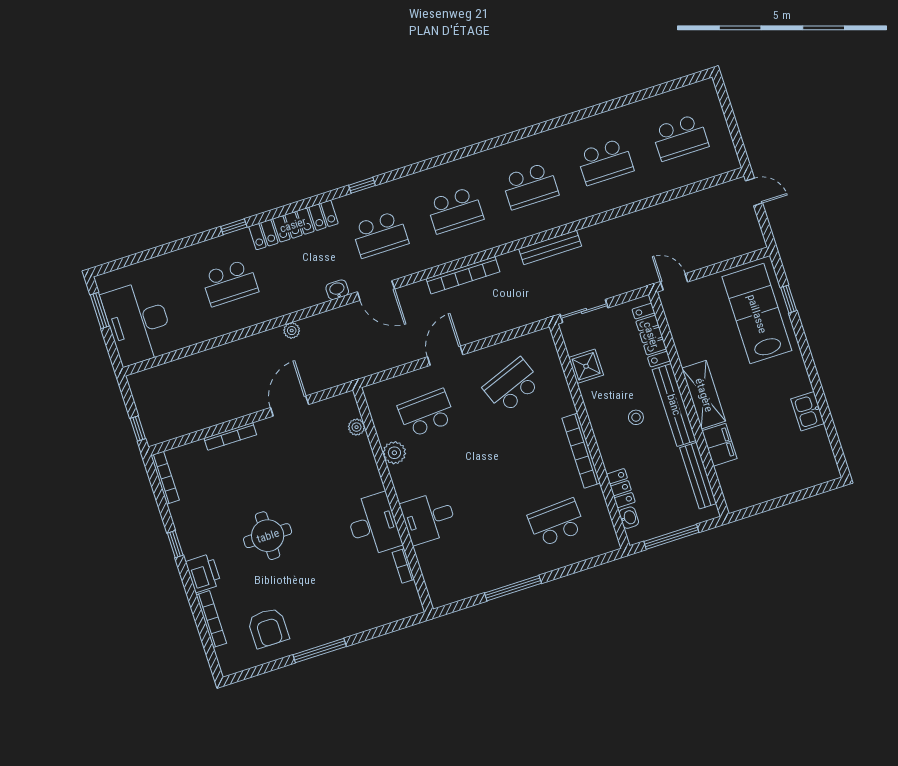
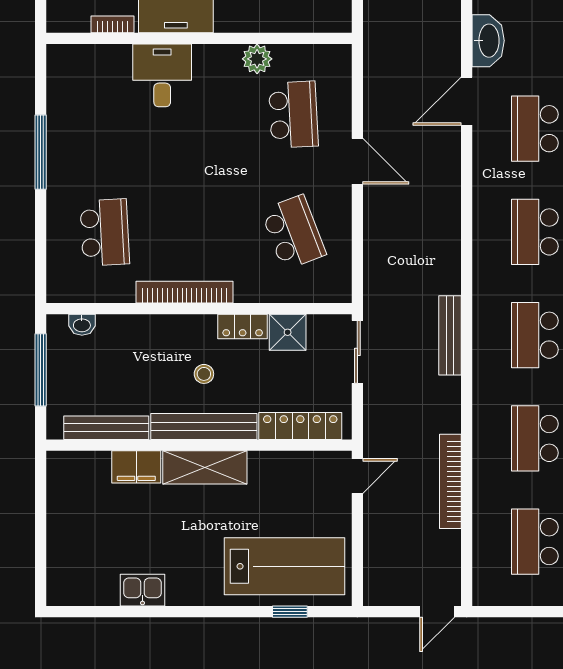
bookcase: (463, 275) -> (450, 481), moved
washbasin: (337, 290) -> (488, 41), width x1.91, depth x1.45
plant: (357, 427) -> (304, 22), removed
locker: (621, 488) -> (243, 327), moved

